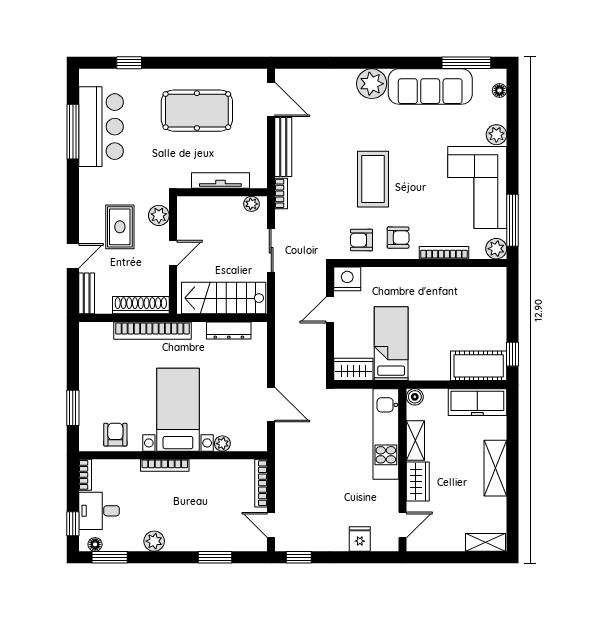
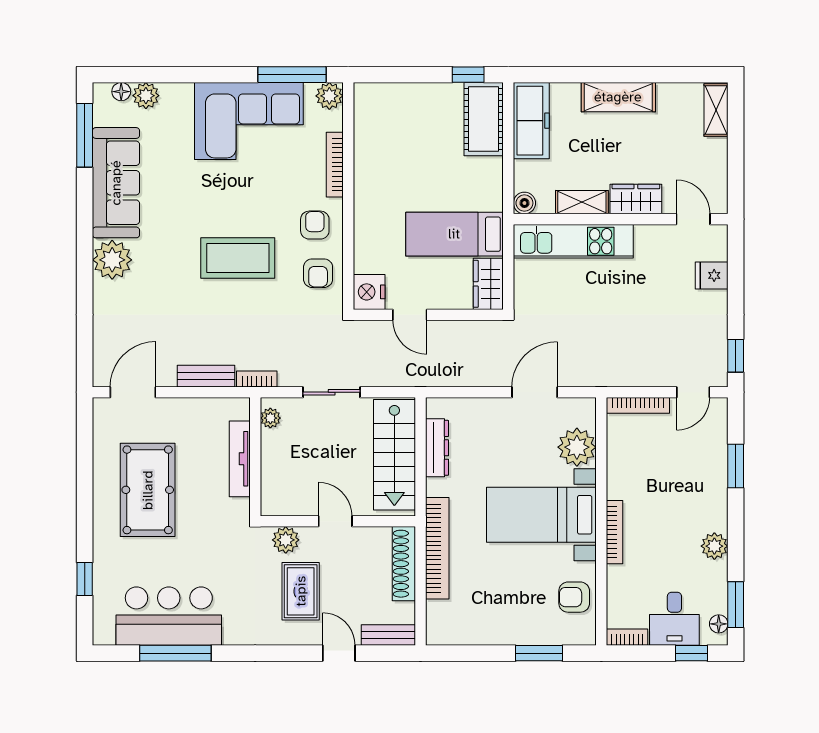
plant: (496, 135) -> (146, 96), moved
bench: (283, 147) -> (206, 376), width x0.73
rug: (120, 227) -> (301, 591), turned 90
plant: (222, 444) -> (577, 447), width x1.87, depth x1.87

